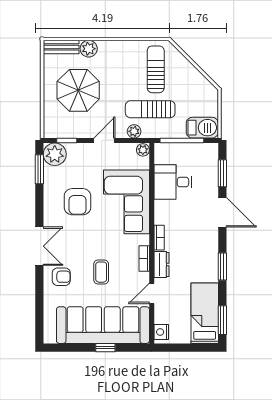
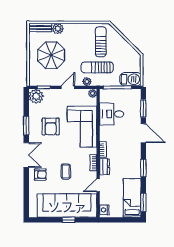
window: (39, 169) -> (26, 125), moved

